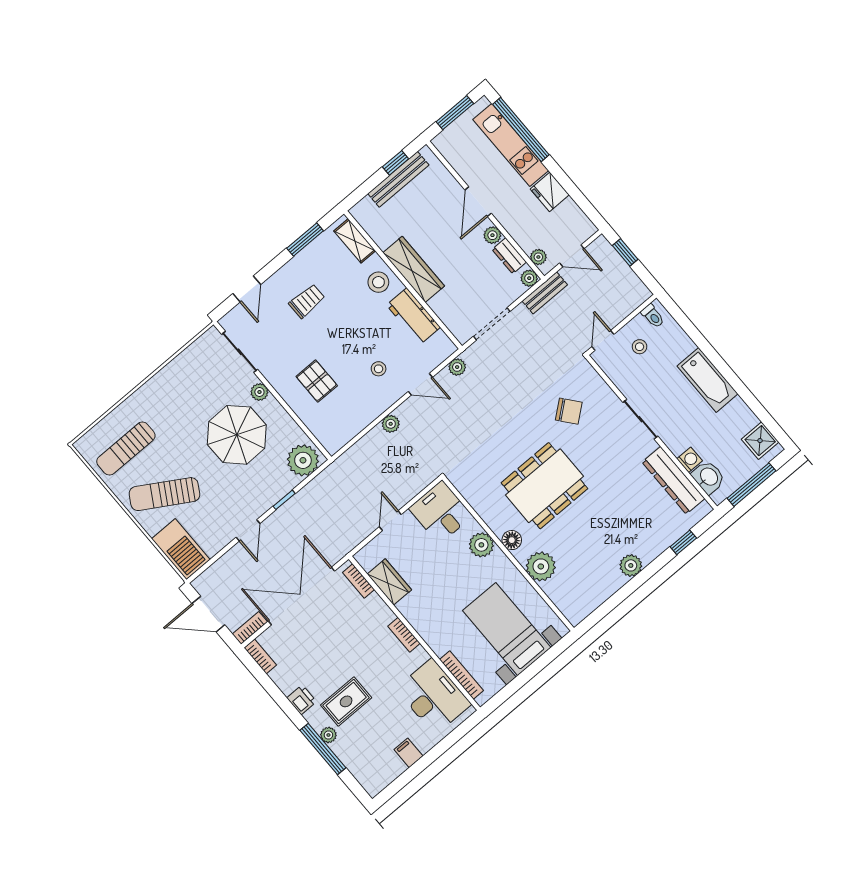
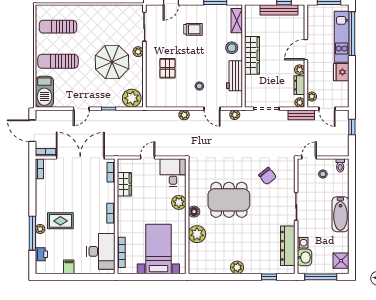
sun lounger: (164, 494) -> (58, 61), turned -31
printer: (302, 700) -> (41, 254), moved

